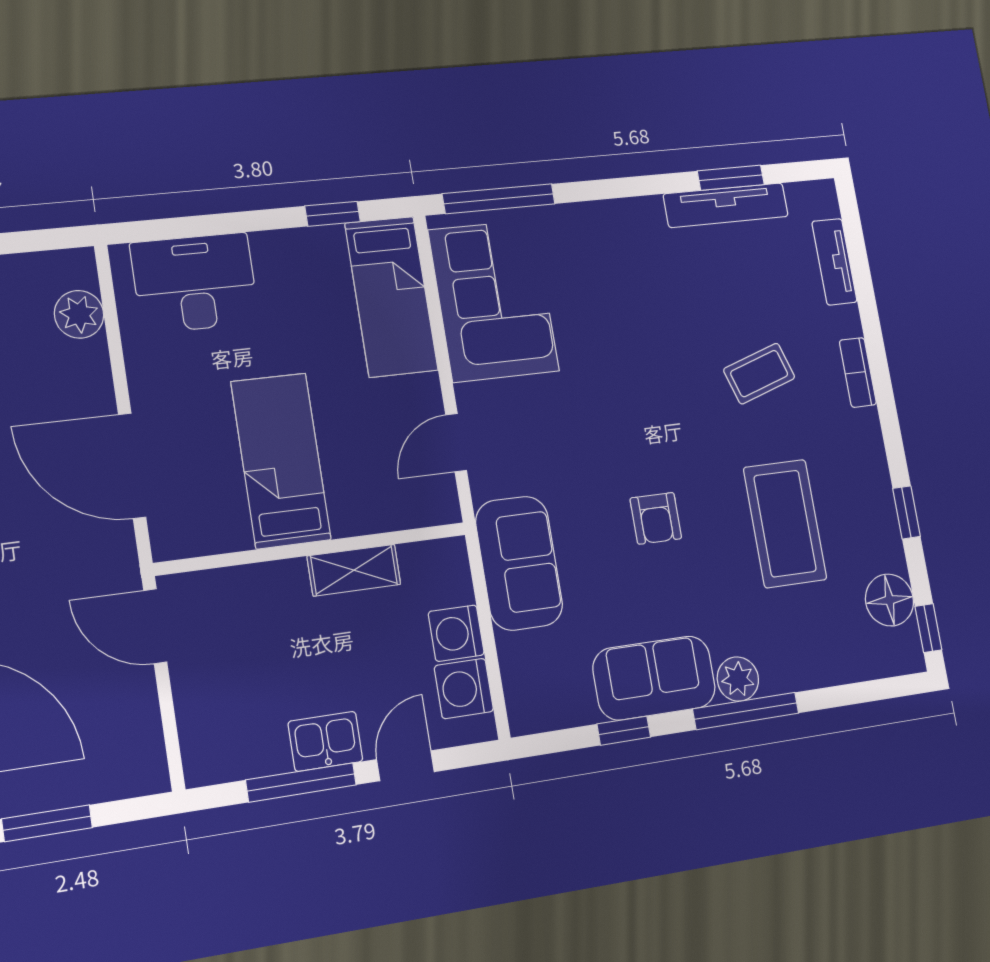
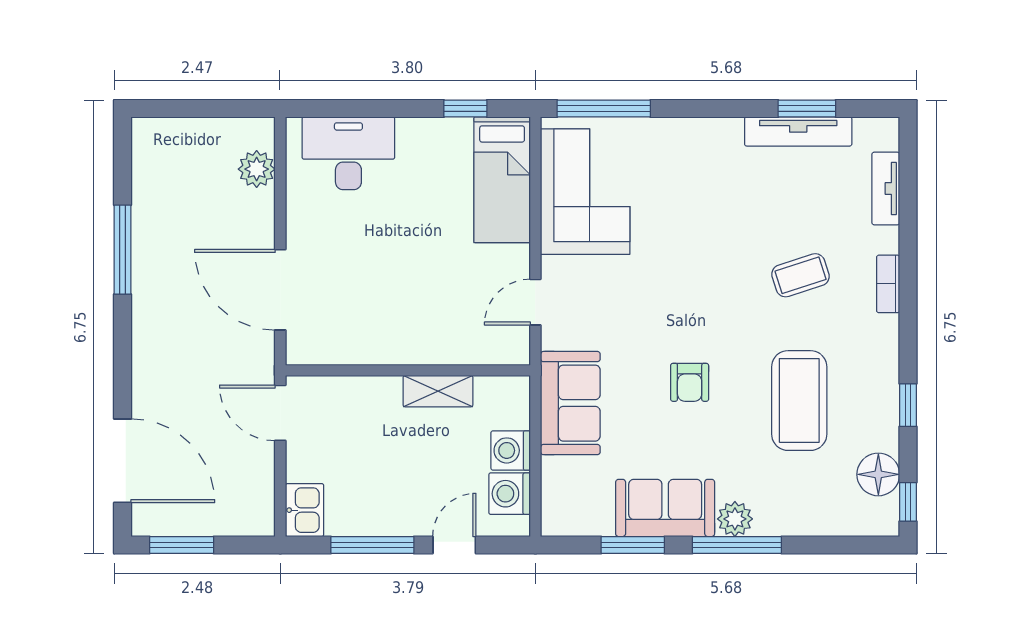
bed: (281, 461) -> (394, 299), removed
window: (624, 731) -> (633, 545), width x1.50
kitchen sink: (325, 741) -> (304, 510), moved, turned 90

